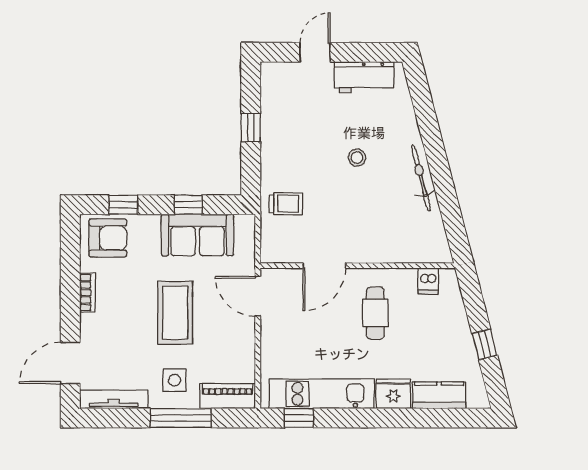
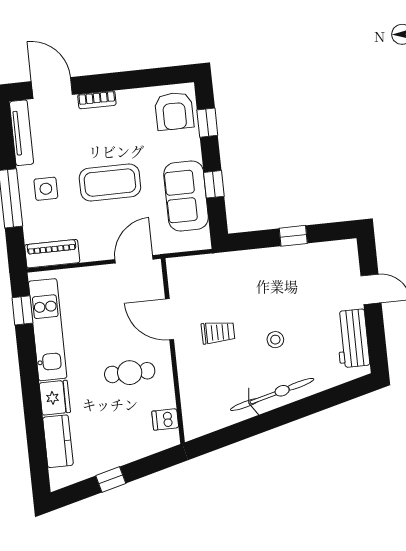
bicycle: (421, 178) -> (272, 394), width x1.37, depth x1.40
trolley: (286, 204) -> (218, 332), moved, turned -90
bookcase: (87, 293) -> (97, 100), moved
piano: (228, 396) -> (52, 254), moved, turned -90

